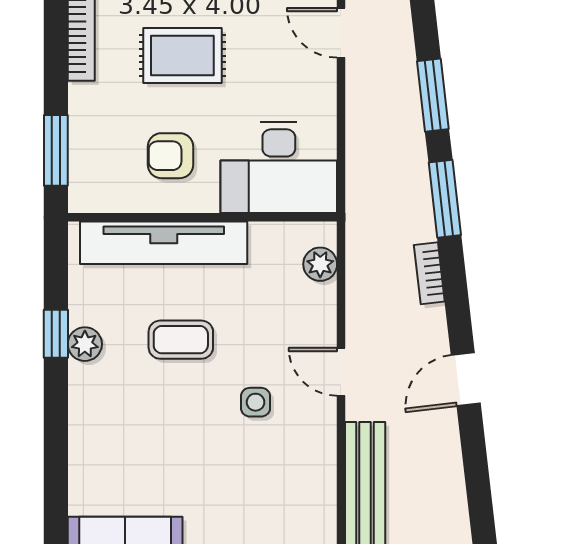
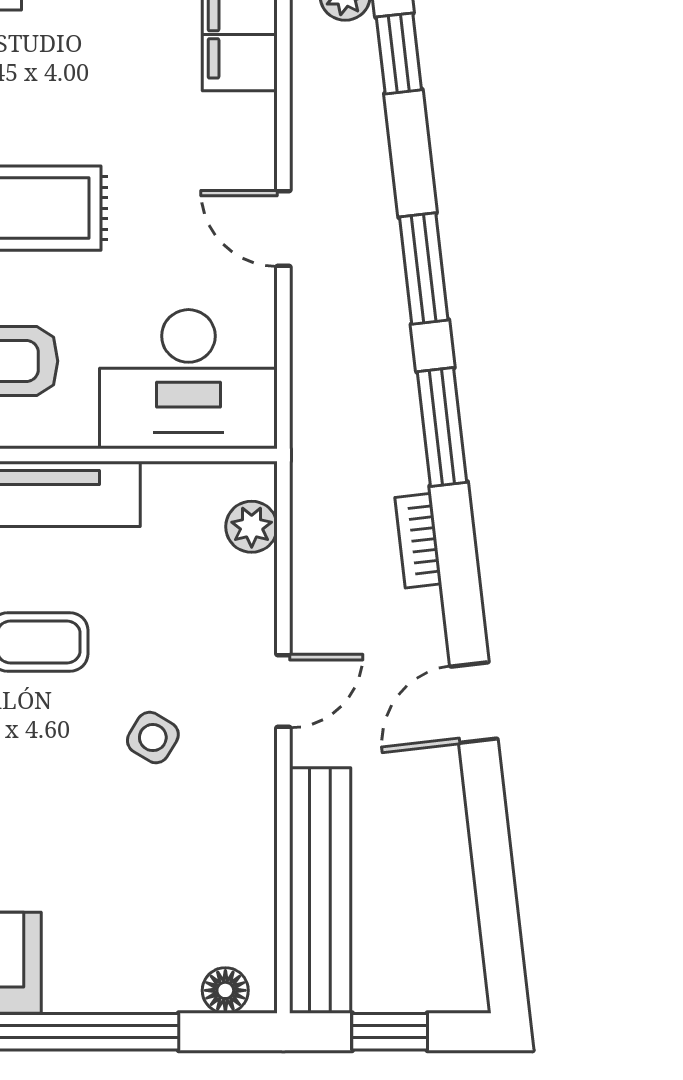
door: (341, 33) -> (283, 229), moved
door: (341, 372) -> (283, 691), swing flipped
side table: (256, 402) -> (153, 738), turned 31

